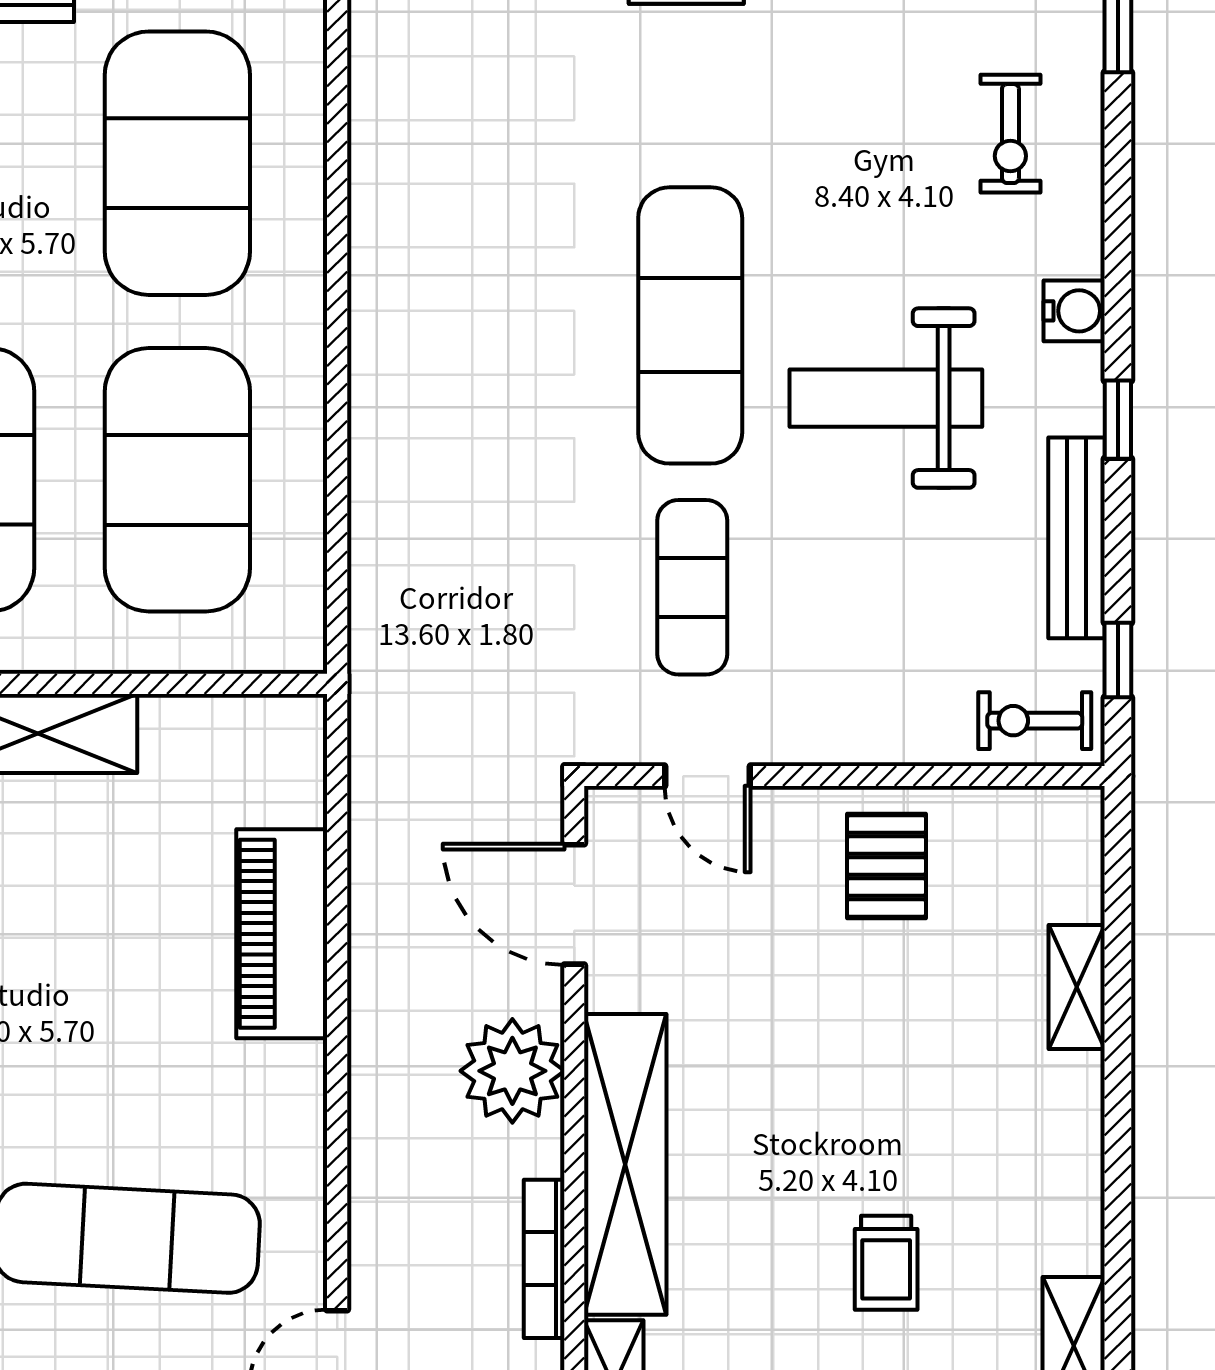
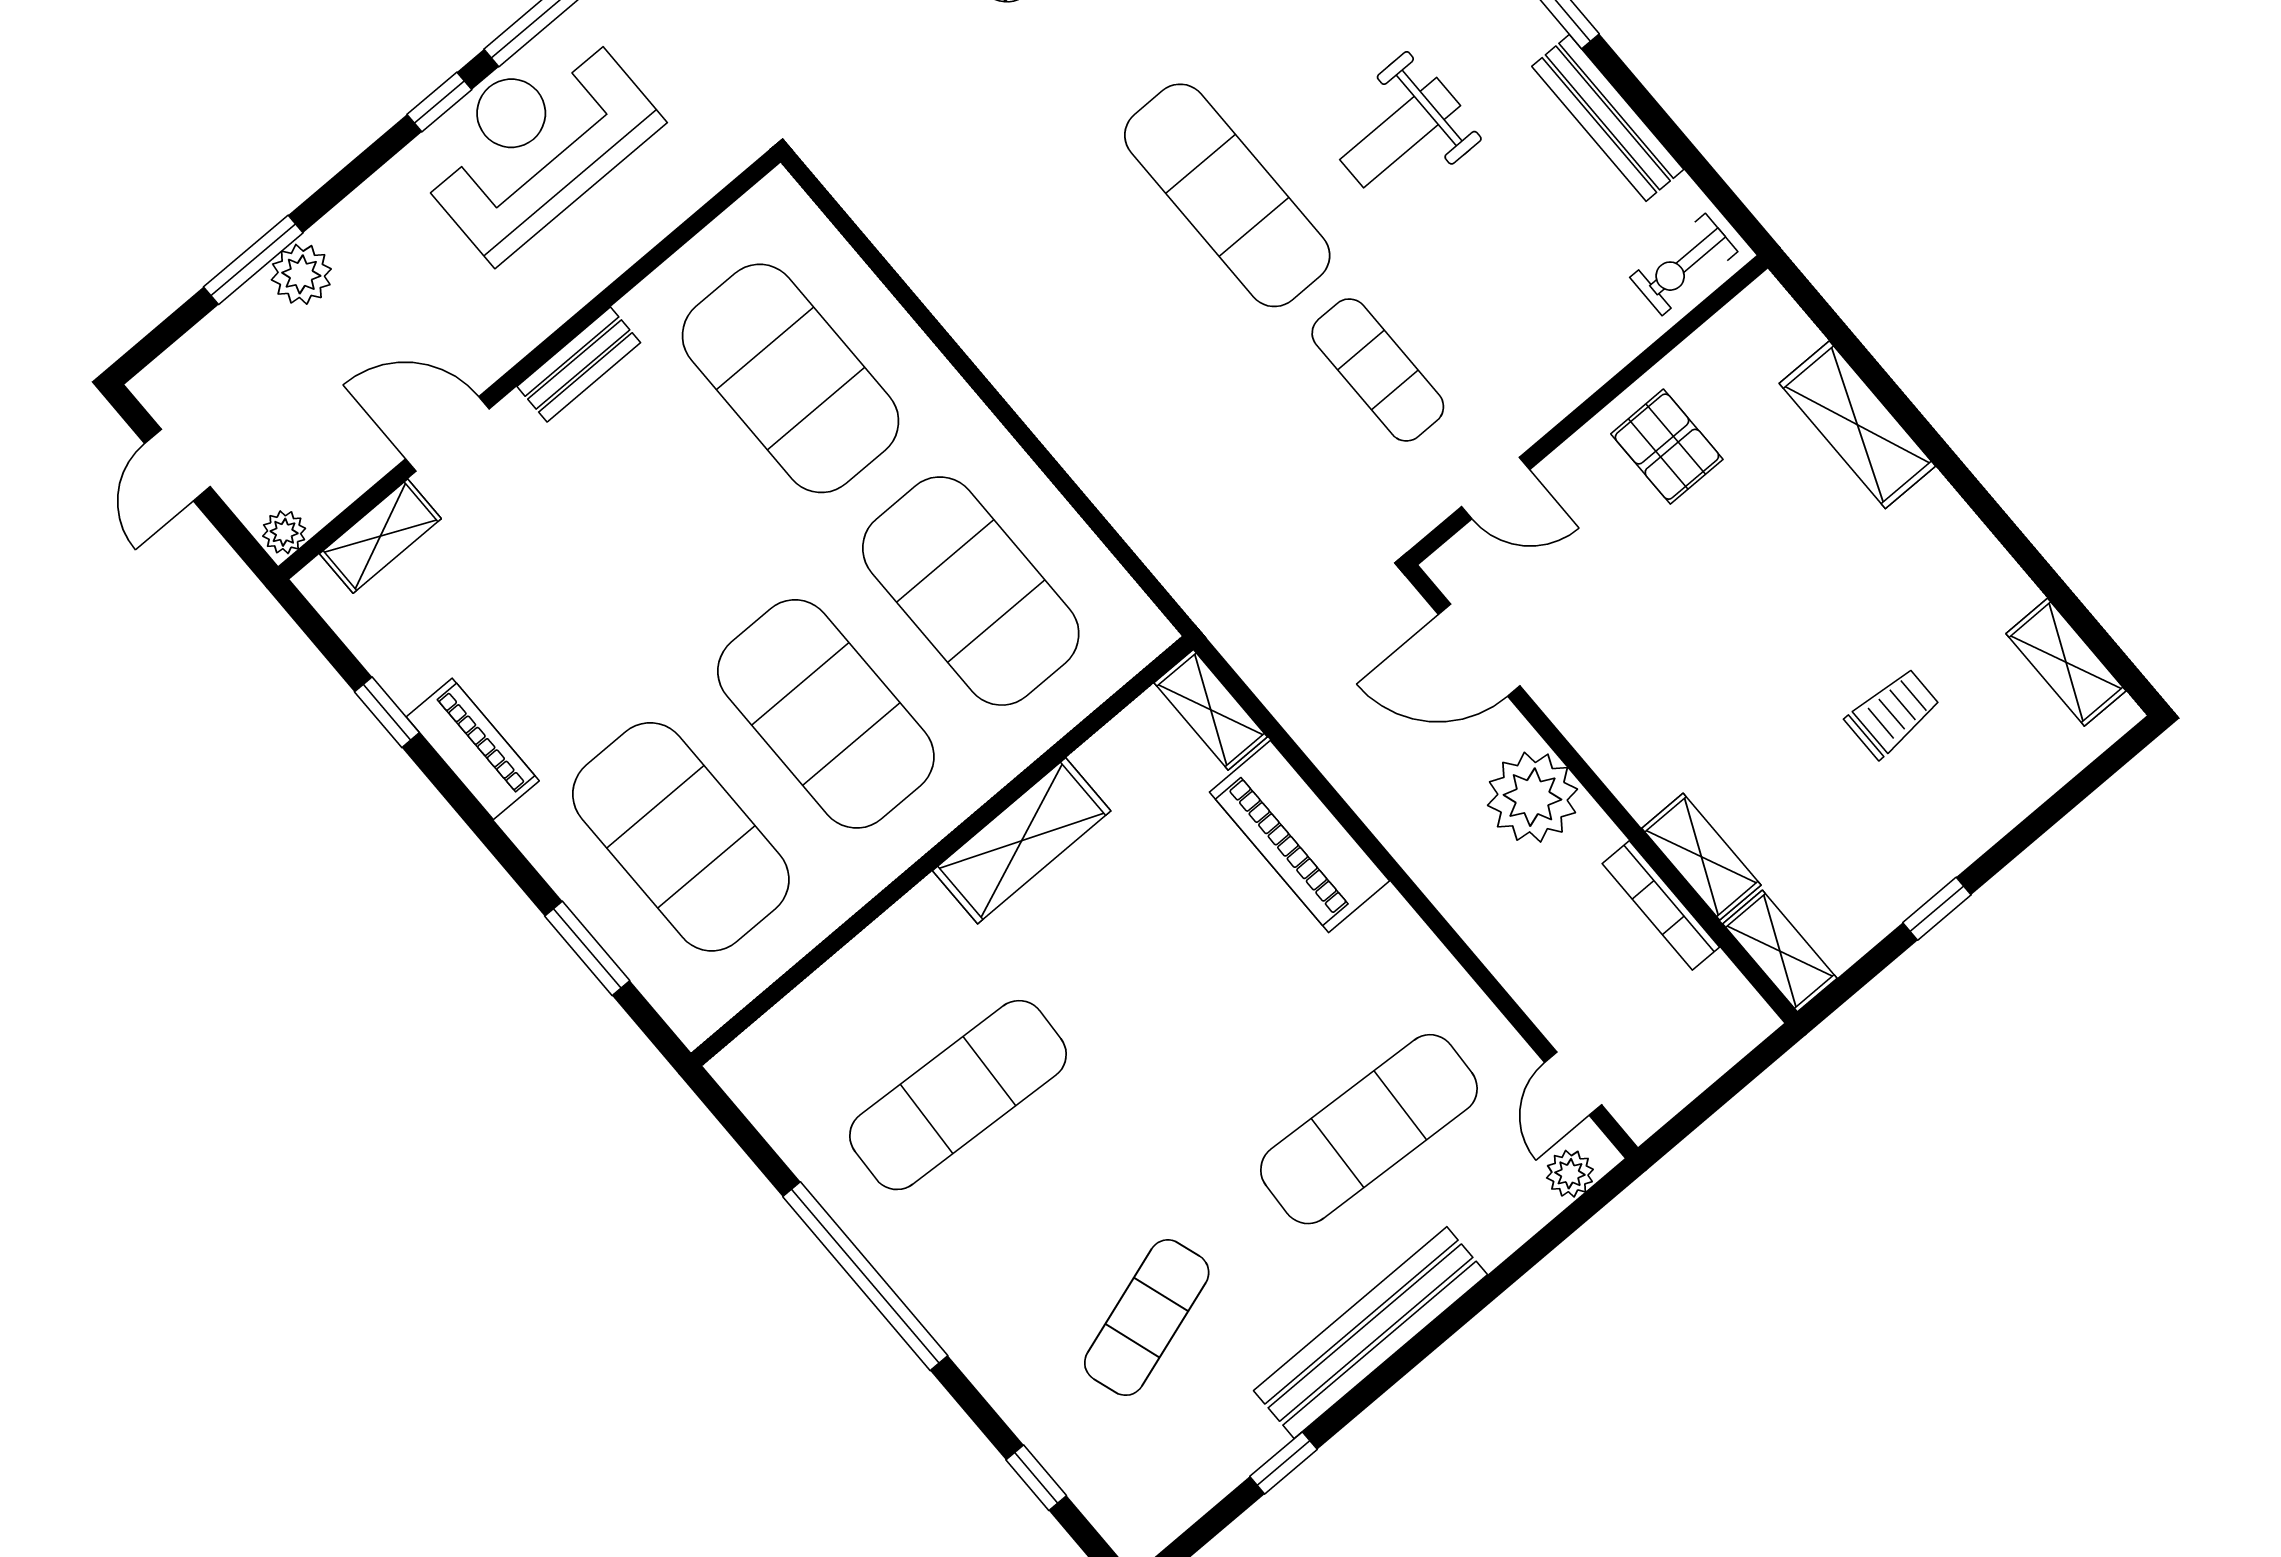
weight bench: (886, 398) -> (1400, 133), width x0.73, depth x0.75
window: (1118, 660) -> (1705, 176), removed
shelving: (298, 759) -> (1211, 710), added
shelving: (1077, 987) -> (1857, 425), width x1.50, depth x1.33
shelving: (625, 1164) -> (1701, 857), width x0.45, depth x0.75
trolley: (886, 1263) -> (1893, 713), turned -90

